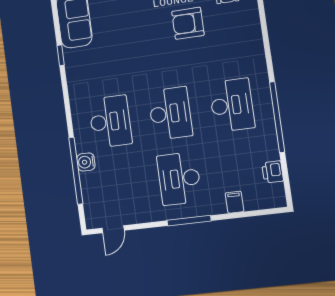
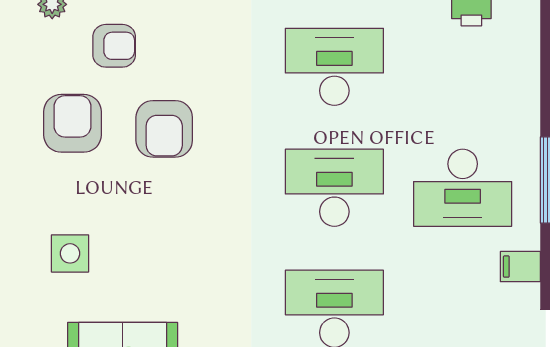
filing cabinet: (234, 202) -> (520, 267), moved

